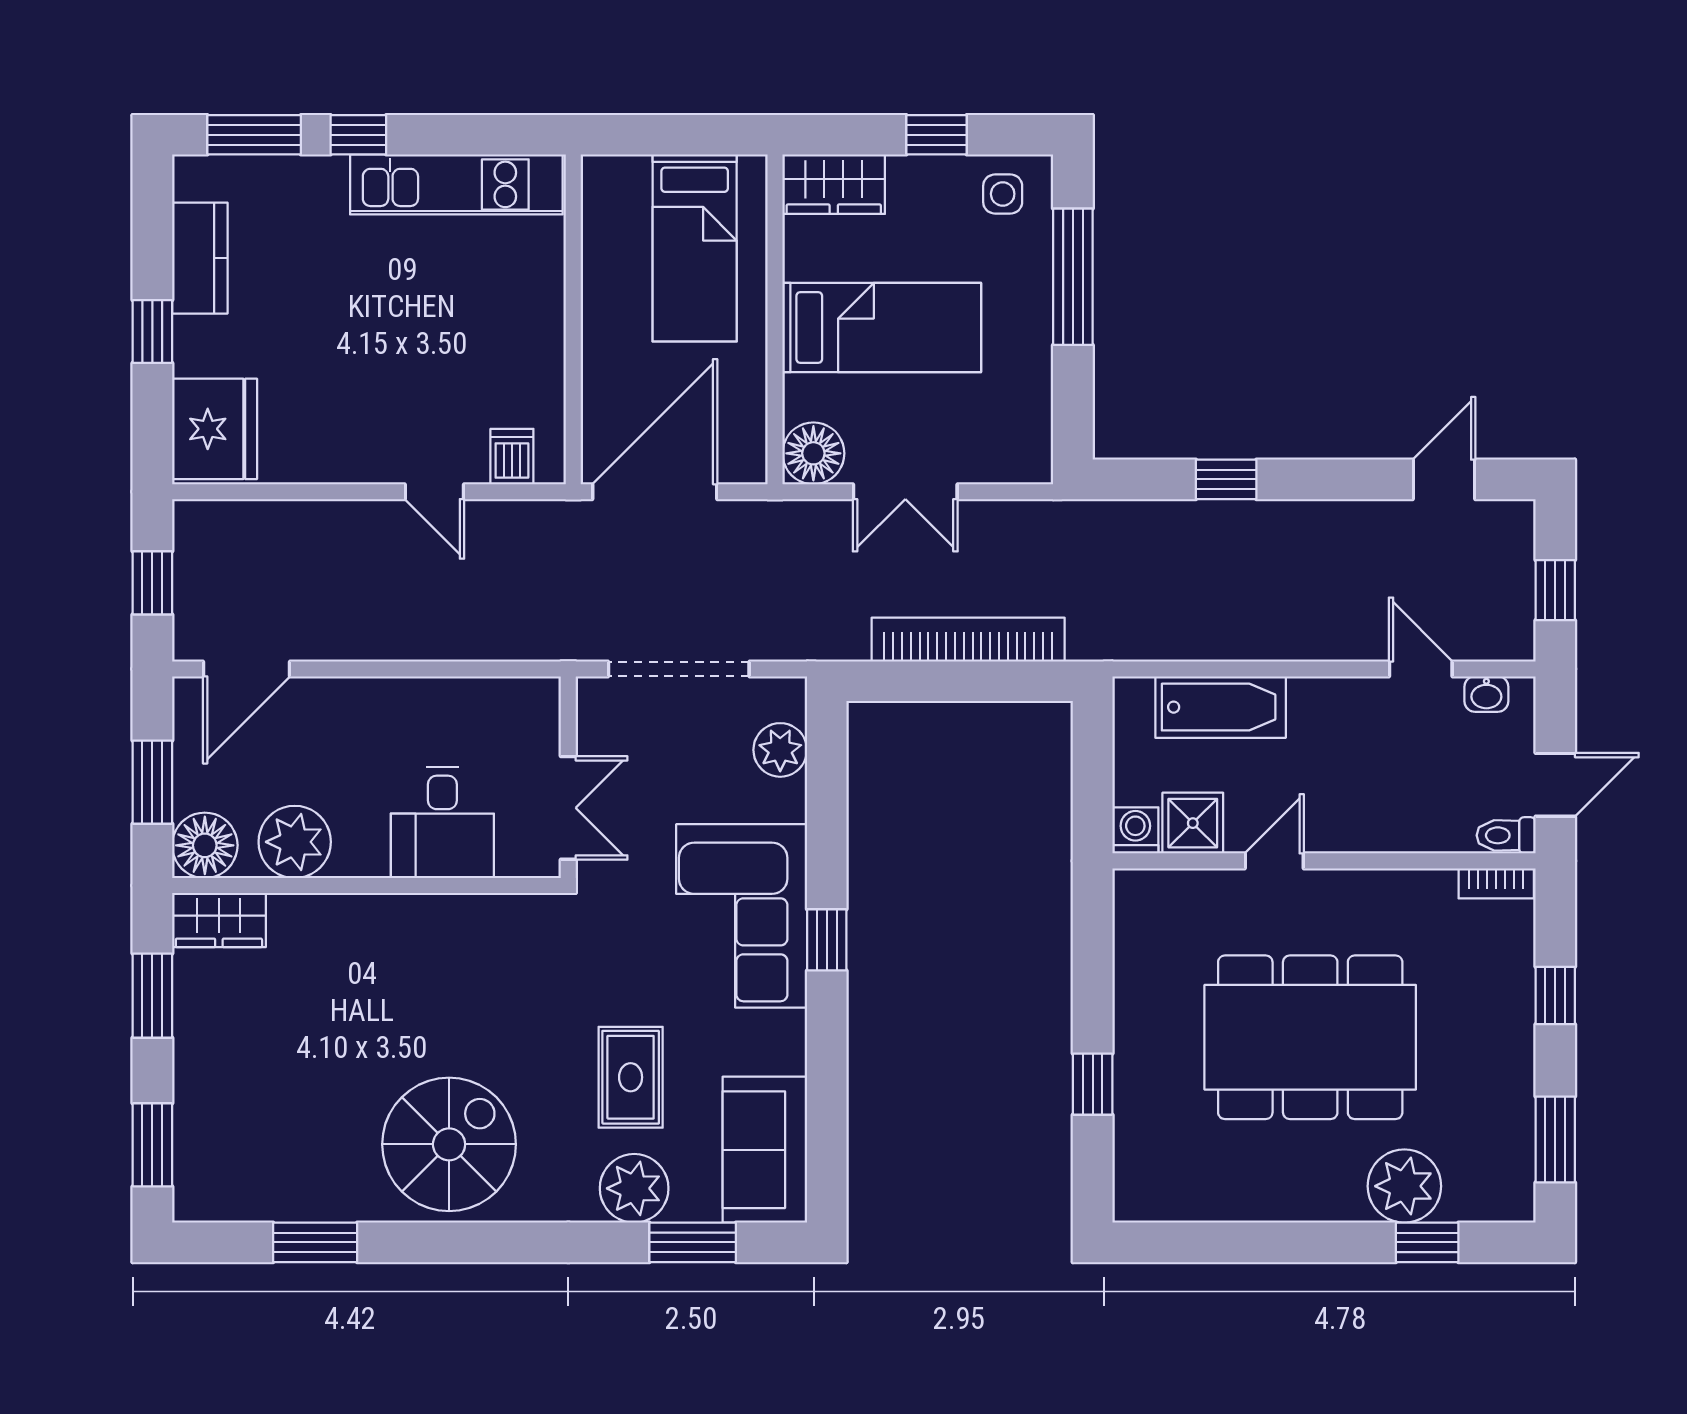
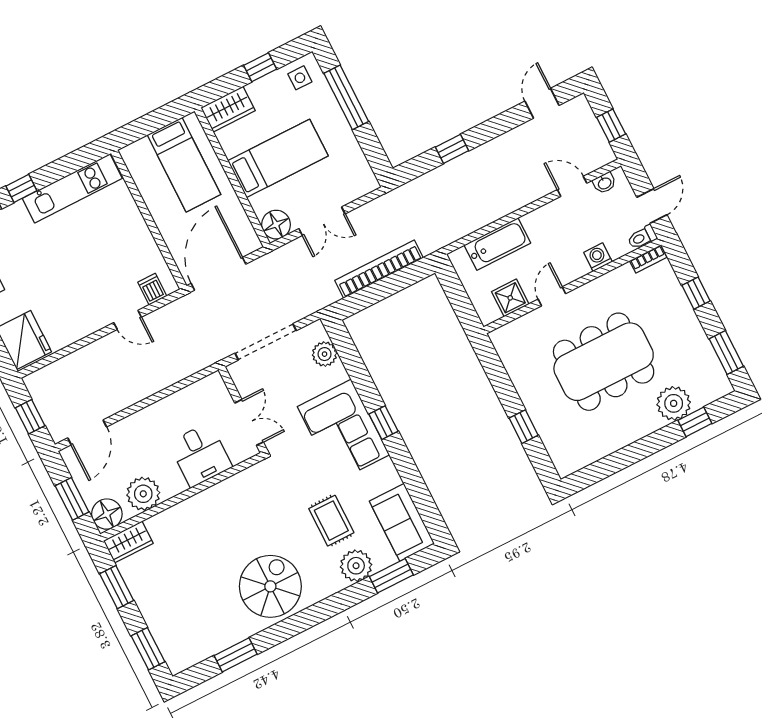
washing machine: (1135, 830) -> (598, 257), moved

